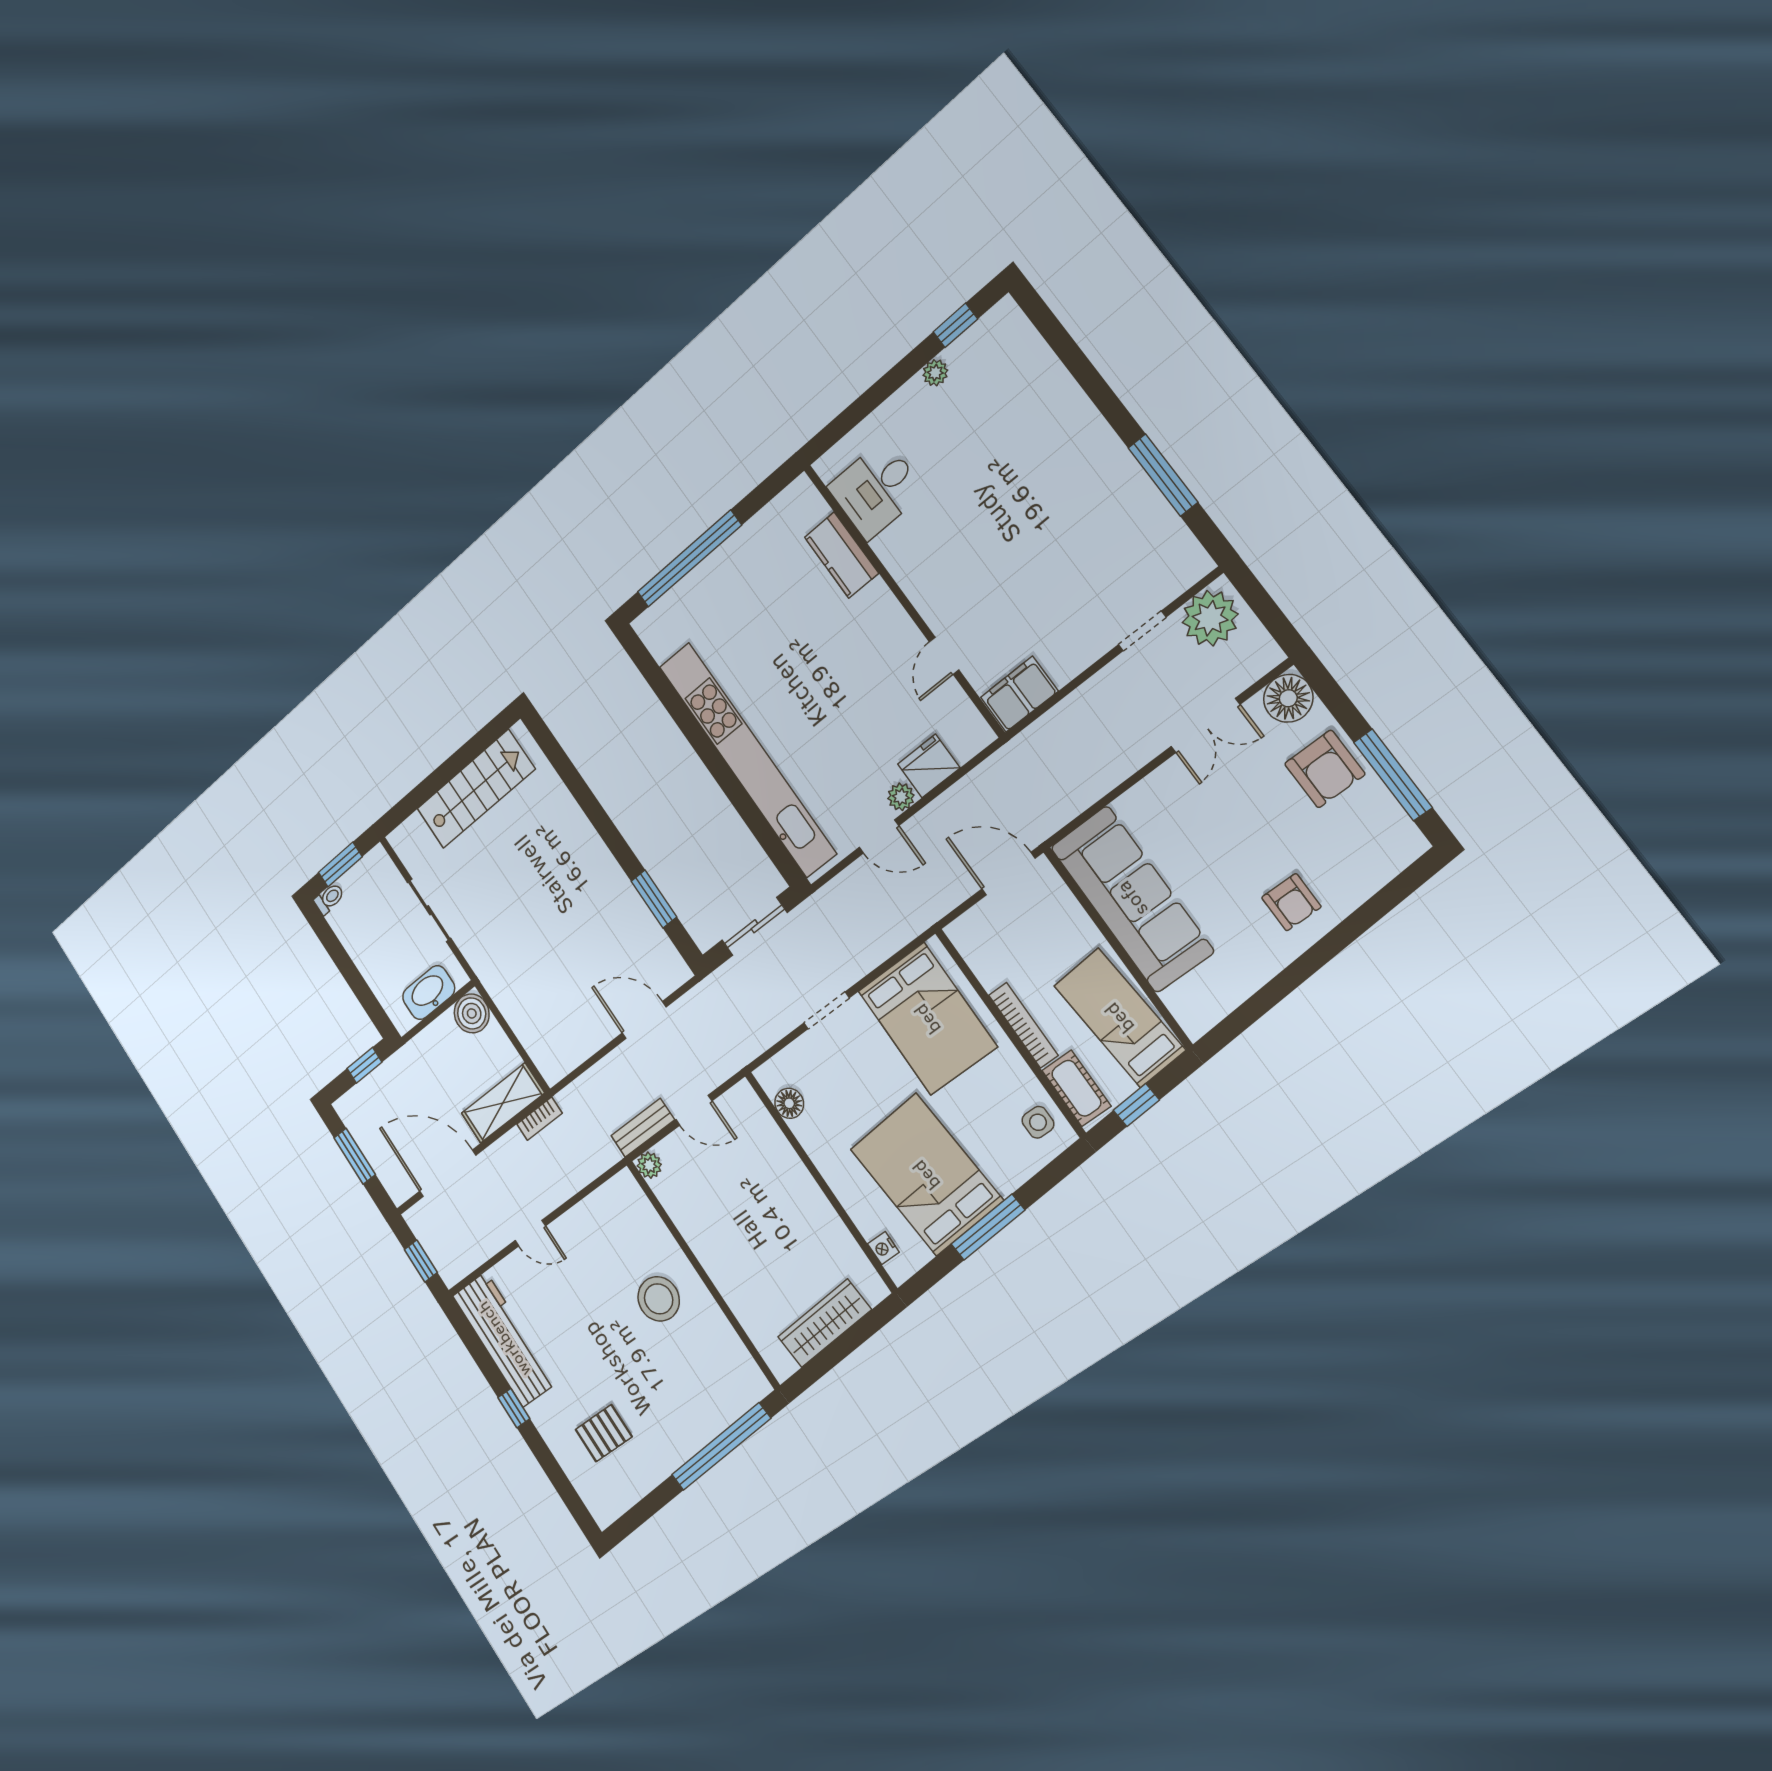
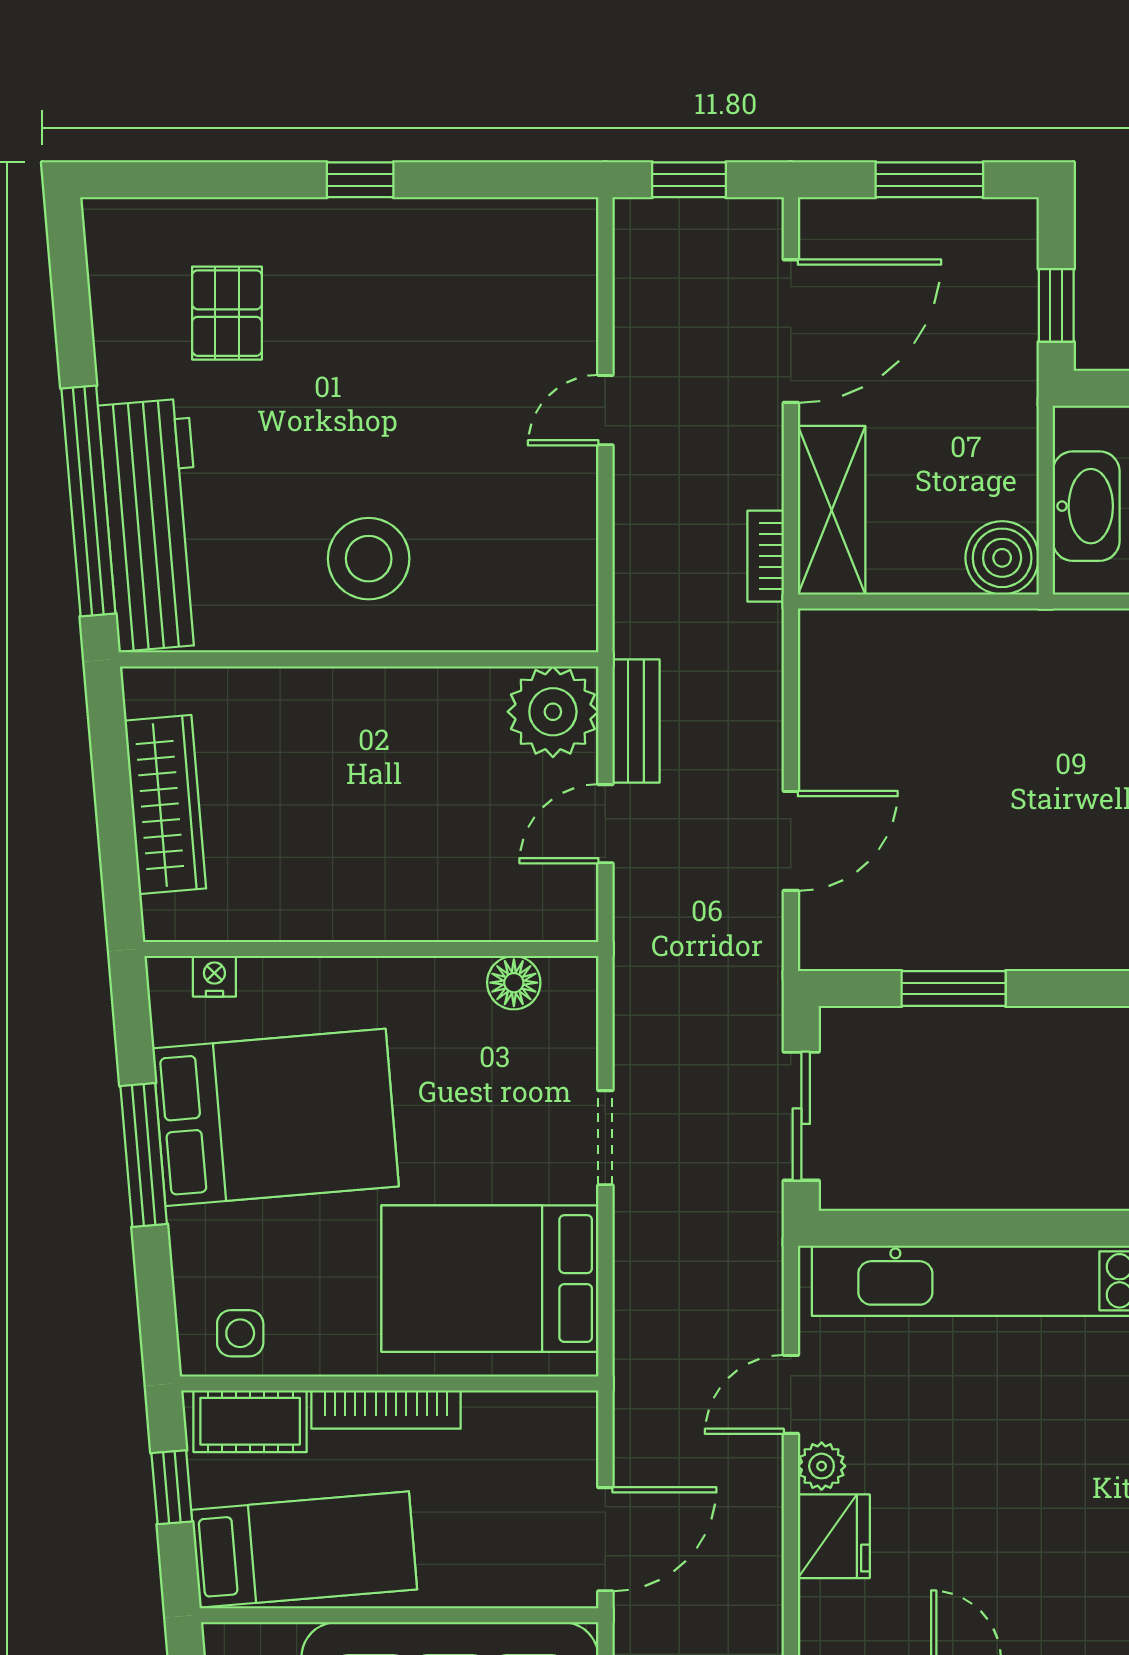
plant: (649, 1165) -> (553, 712), width x1.87, depth x1.87
workbench: (504, 1339) -> (153, 525), moved, turned -95

